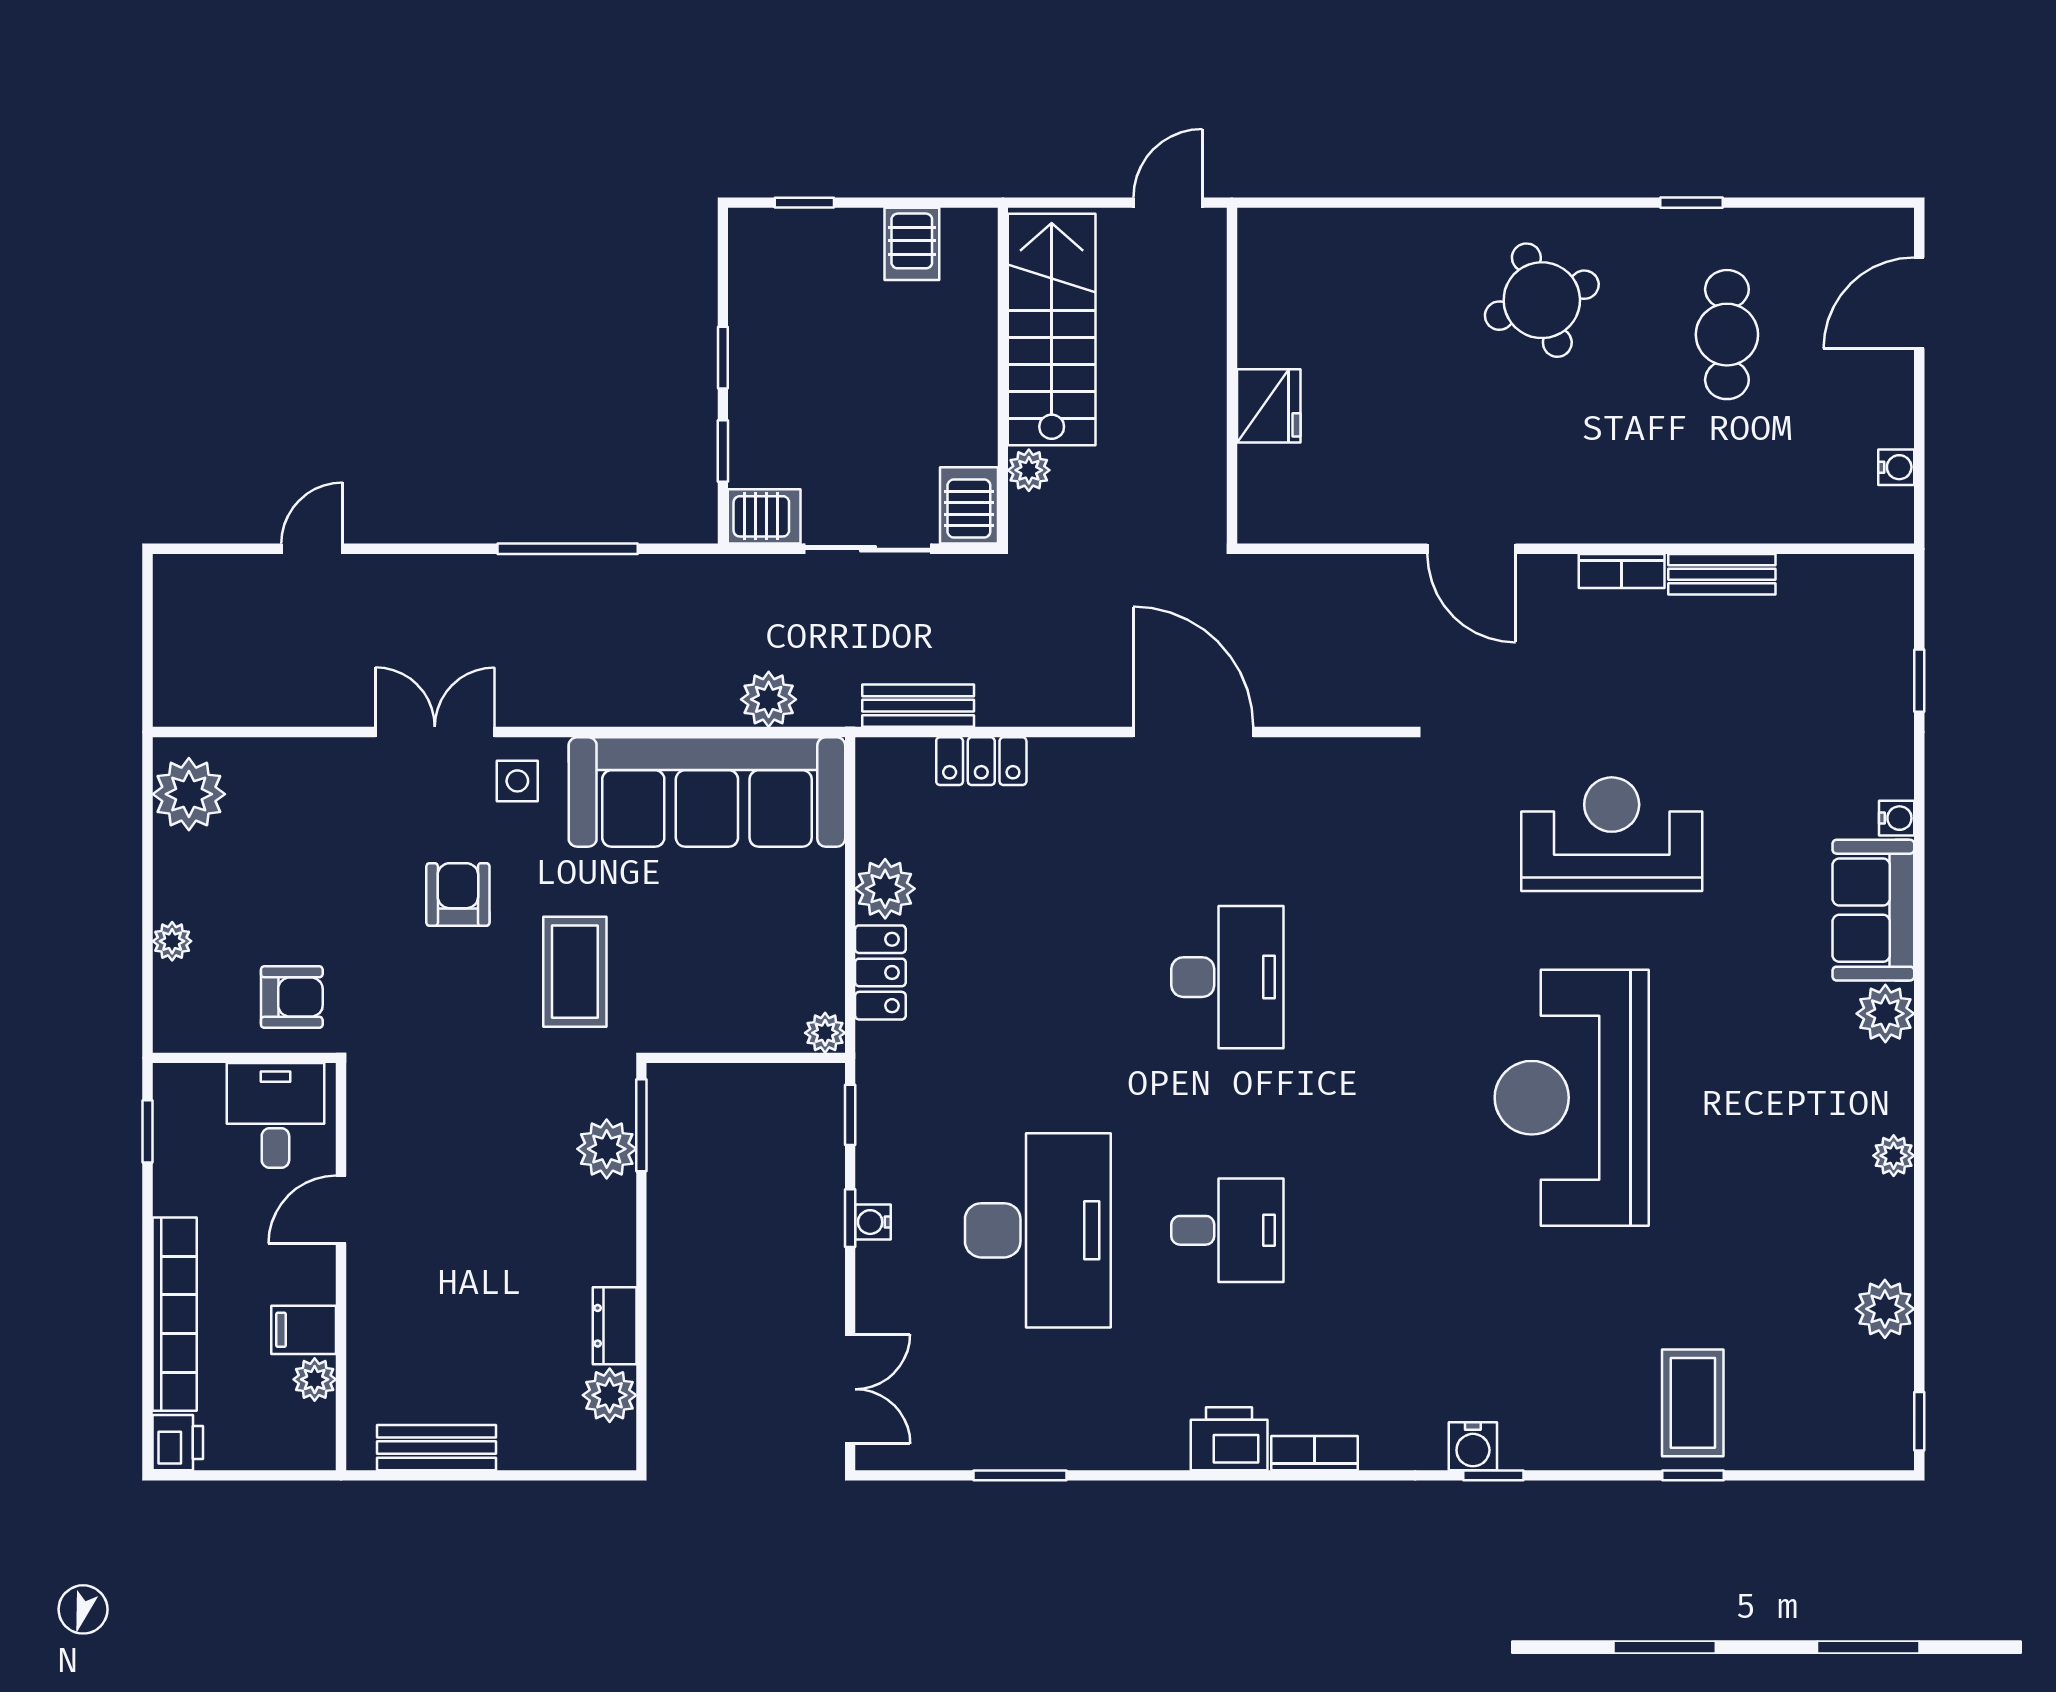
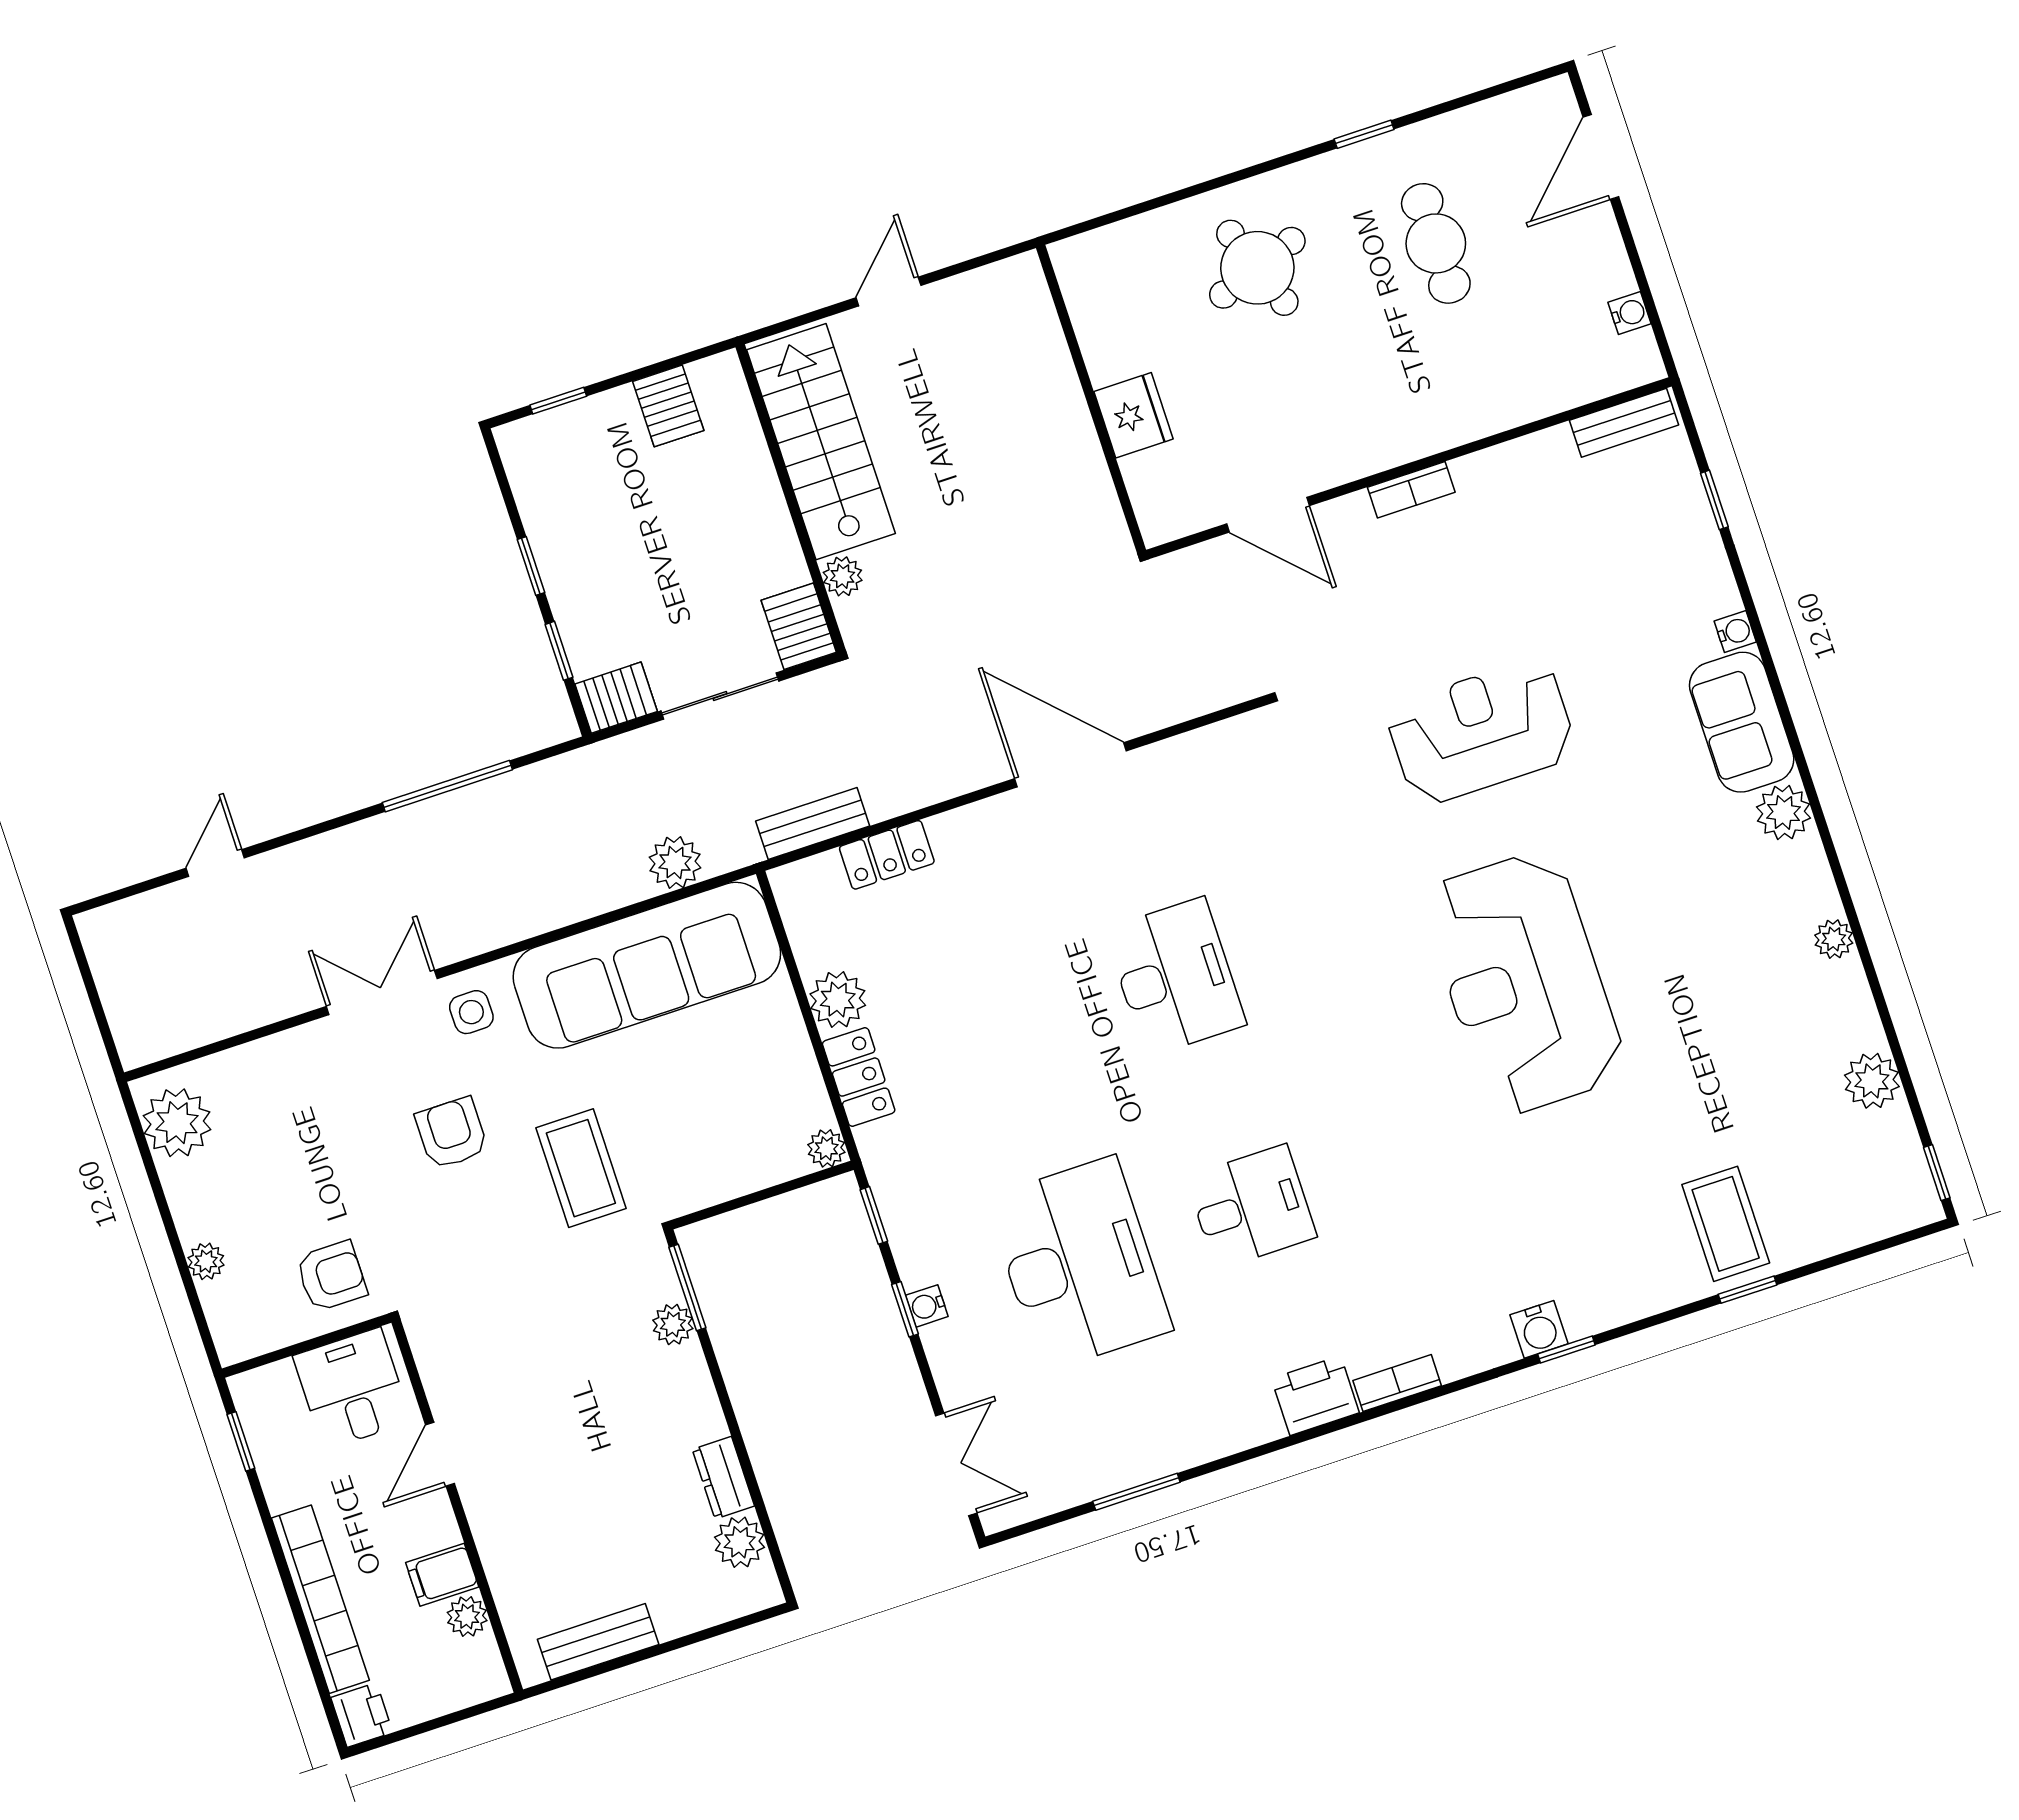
wall: (1232, 376) -> (1091, 399), moved
fridge: (1269, 406) -> (1133, 415), moved
bench: (1722, 574) -> (1624, 423), moved
plant: (607, 1149) -> (673, 1324), width x0.73, depth x0.73

